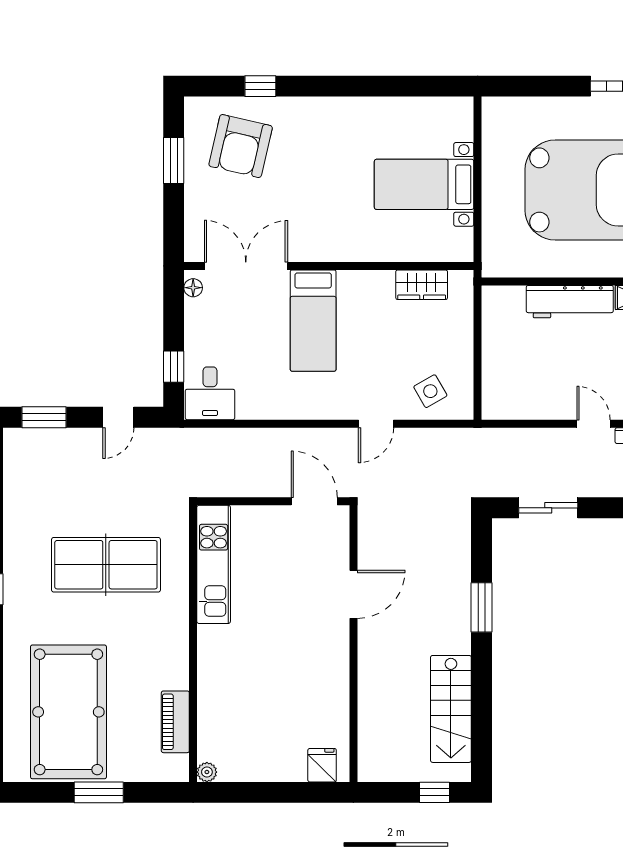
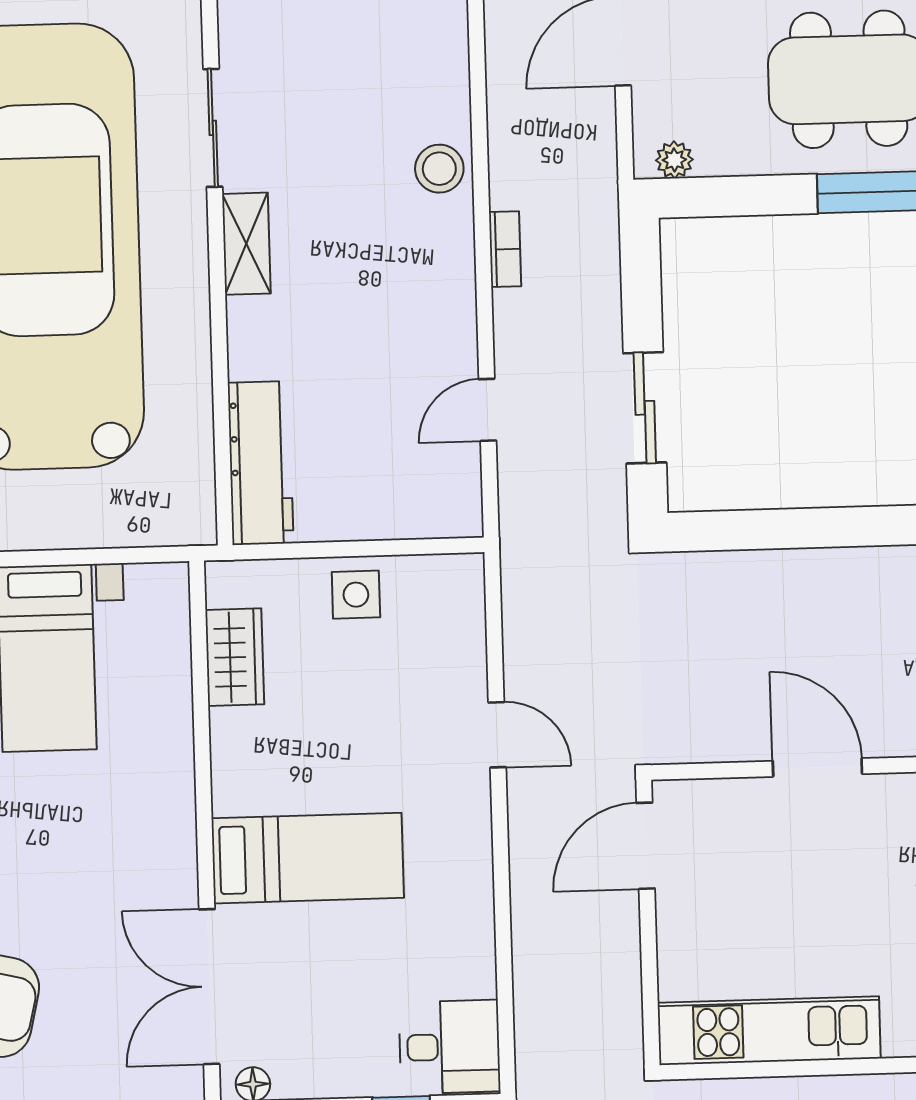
workbench: (570, 302) -> (261, 463), moved
side table: (430, 391) -> (356, 595), moved, turned 30
door: (594, 424) -> (487, 410), moved
window: (481, 607) -> (835, 527), removed

